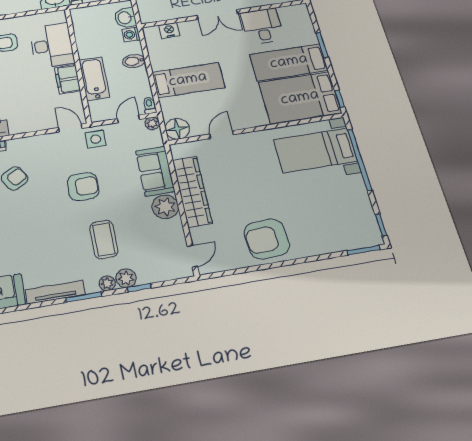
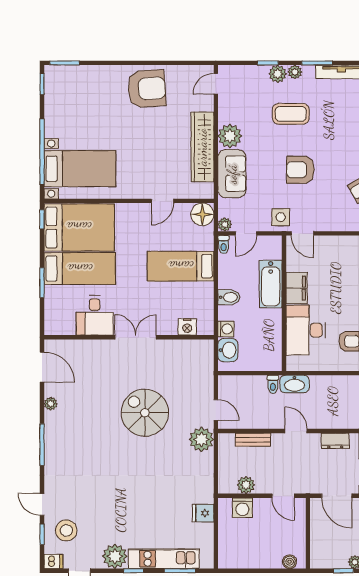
coffee table: (104, 239) -> (291, 114), turned 90

